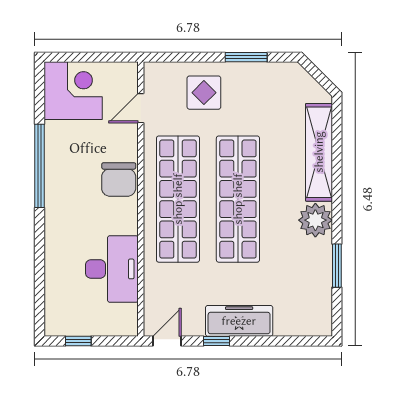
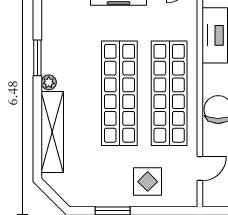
plant: (315, 220) -> (49, 82), width x0.53, depth x0.53
window: (337, 266) -> (37, 58), moved

